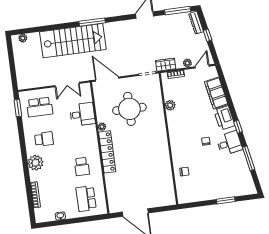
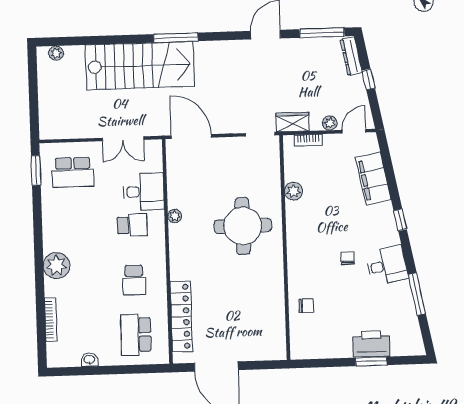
round table: (129, 109) -> (243, 226), moved
printer: (224, 118) -> (371, 344), moved, turned 101
window: (238, 127) -> (400, 220), moved
school desk: (44, 139) -> (132, 225), moved
locker: (107, 152) -> (181, 316), moved

